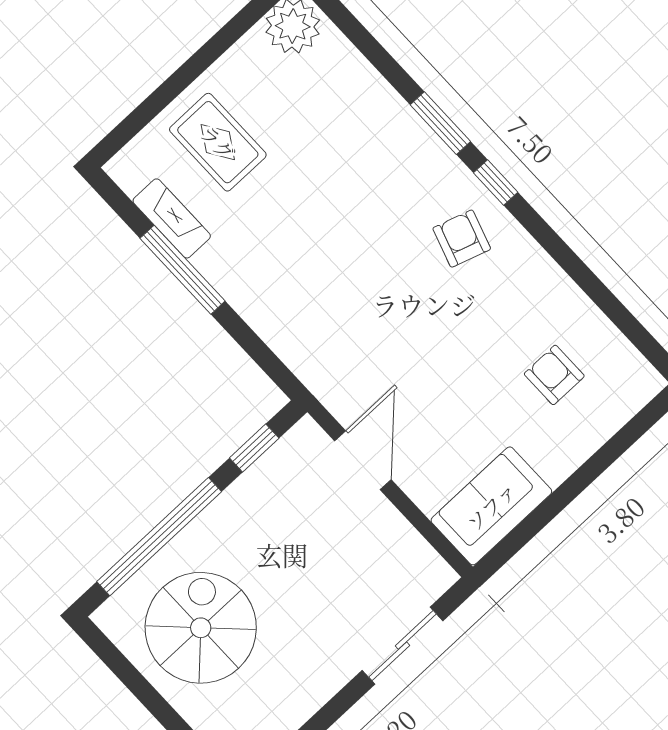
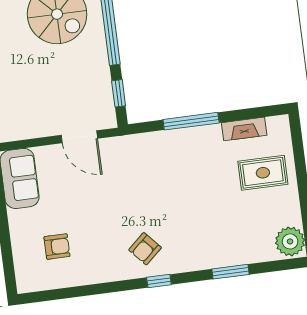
window: (440, 123) -> (231, 272), moved
armchair: (462, 239) -> (145, 249), turned 120
window: (183, 270) -> (191, 121), moved

